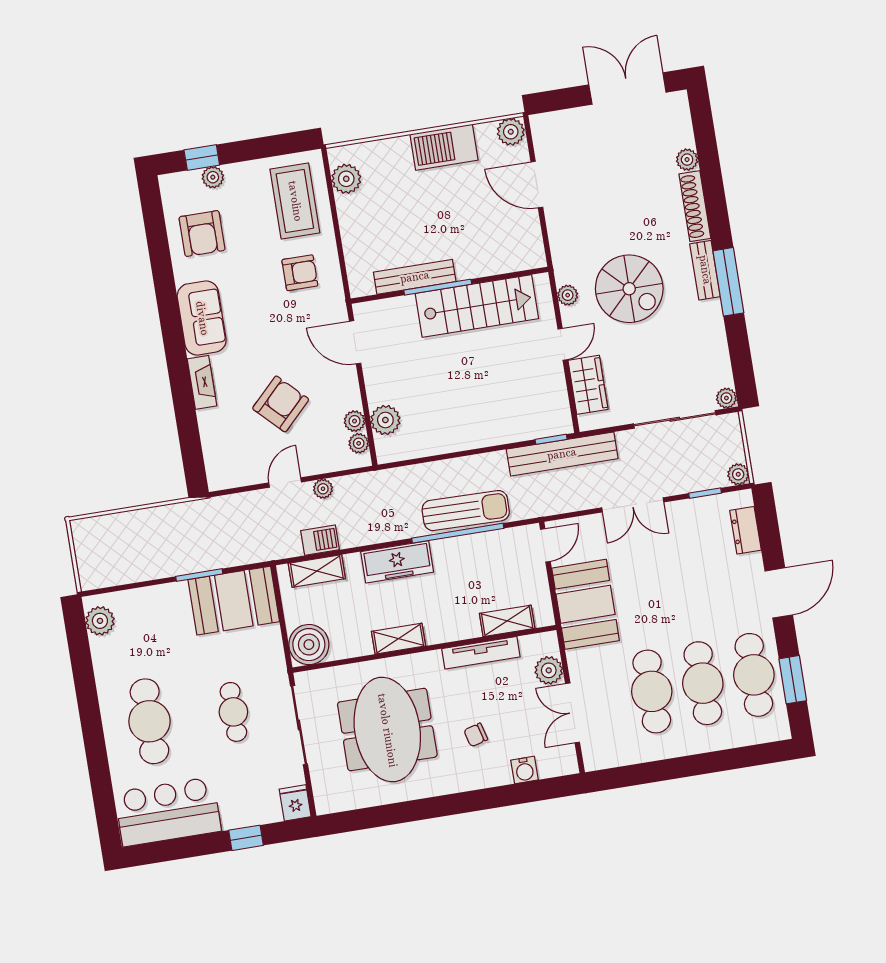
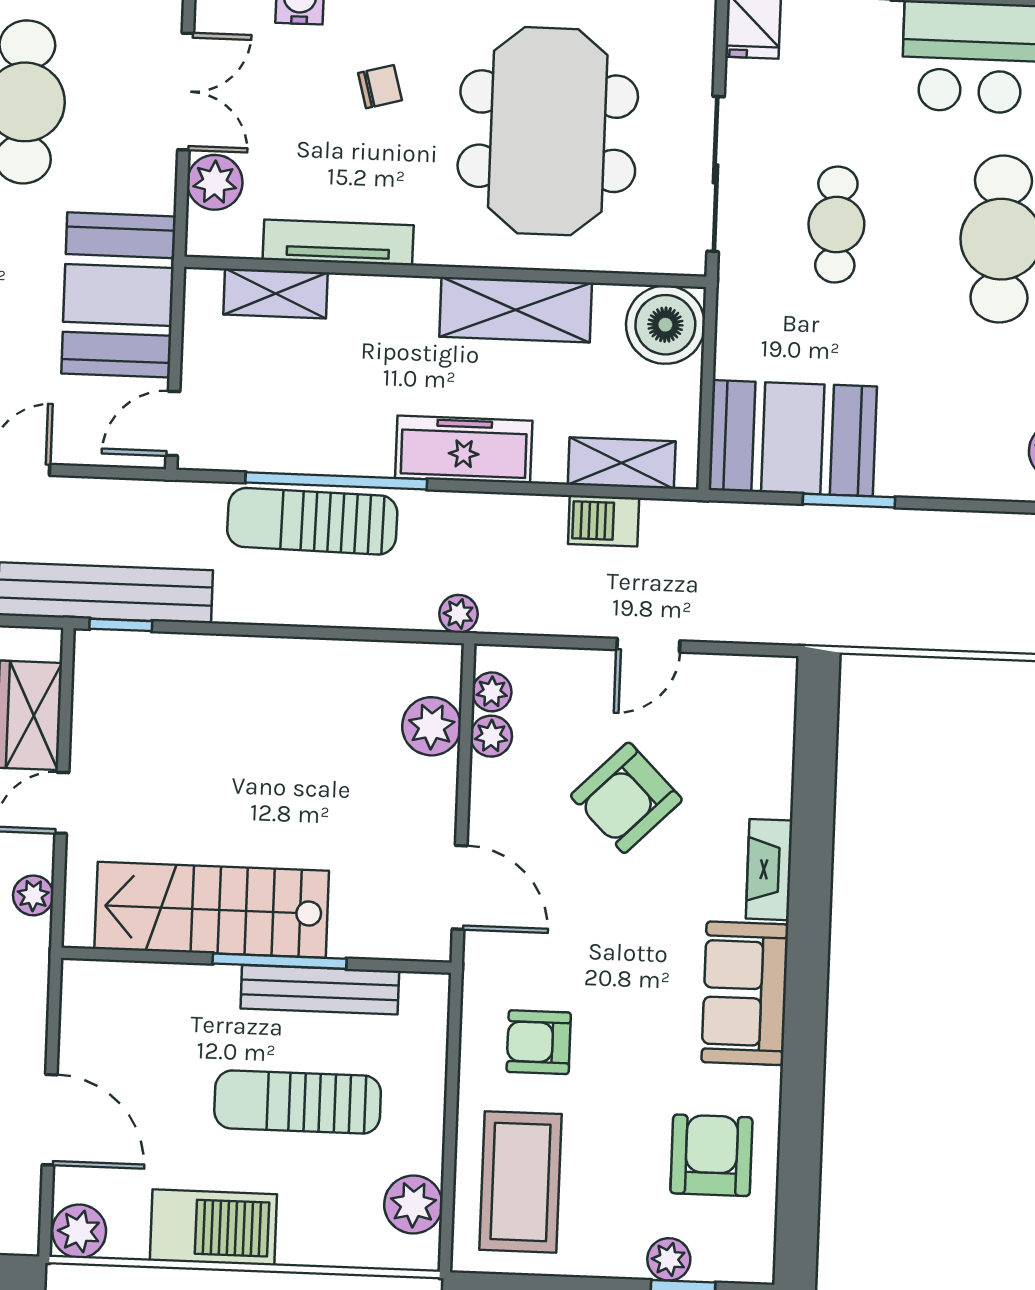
sun lounger: (415, 218) -> (298, 1102), added
plant: (323, 489) -> (458, 614), moved
shelving: (399, 639) -> (516, 310), width x1.50, depth x1.33

